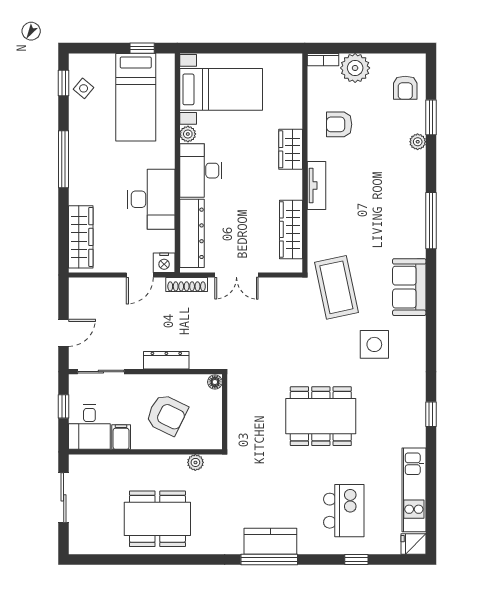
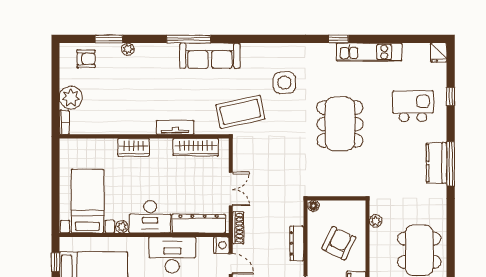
armchair: (339, 124) -> (114, 110), removed
tv unit: (316, 186) -> (175, 127), moved
sofa: (409, 287) -> (210, 56), moved, width x1.36
kitchen unit: (414, 490) -> (369, 52), moved

